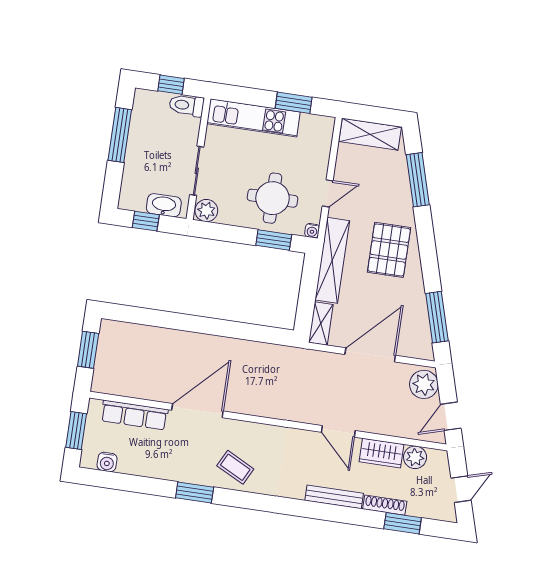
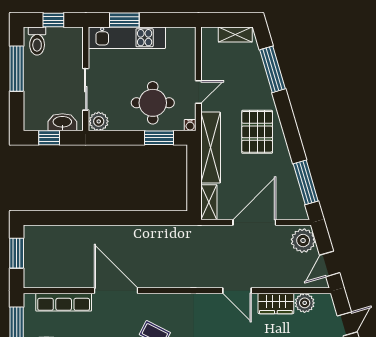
window: (294, 103) -> (124, 20), moved
toilet: (187, 105) -> (37, 41), moved, turned -90
shelving: (370, 134) -> (235, 34), width x0.67, depth x0.75
door: (197, 411) -> (116, 291), hinge flipped

